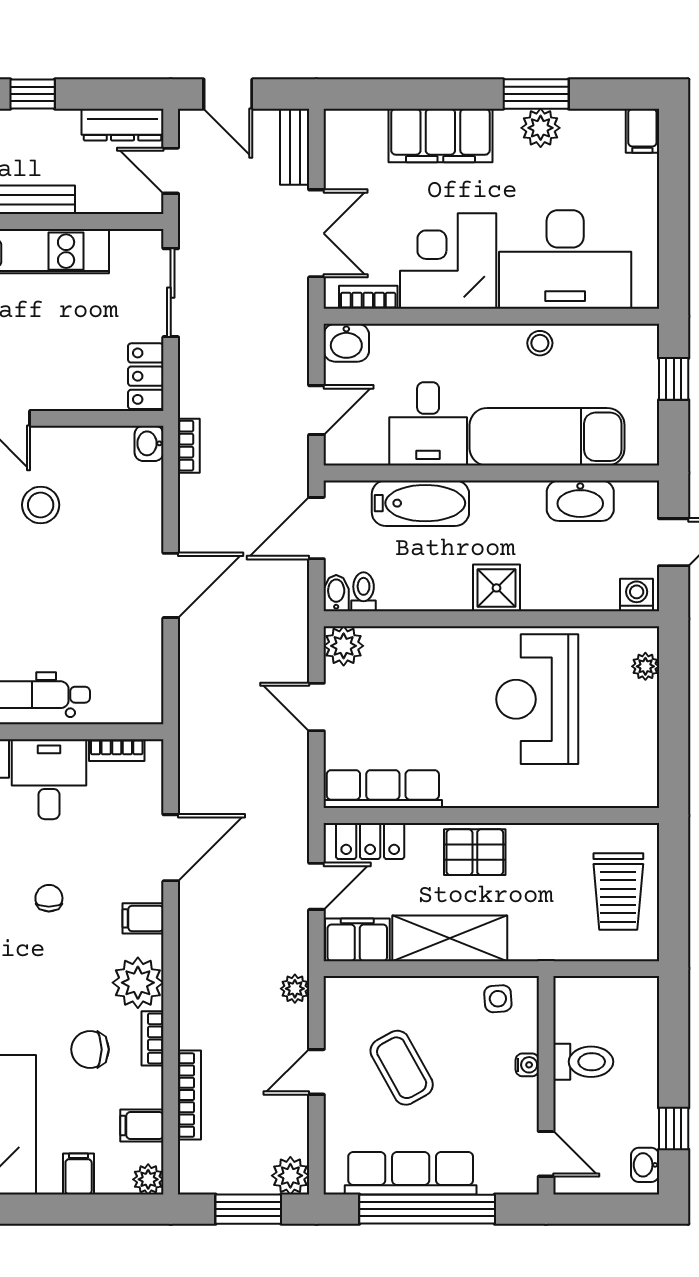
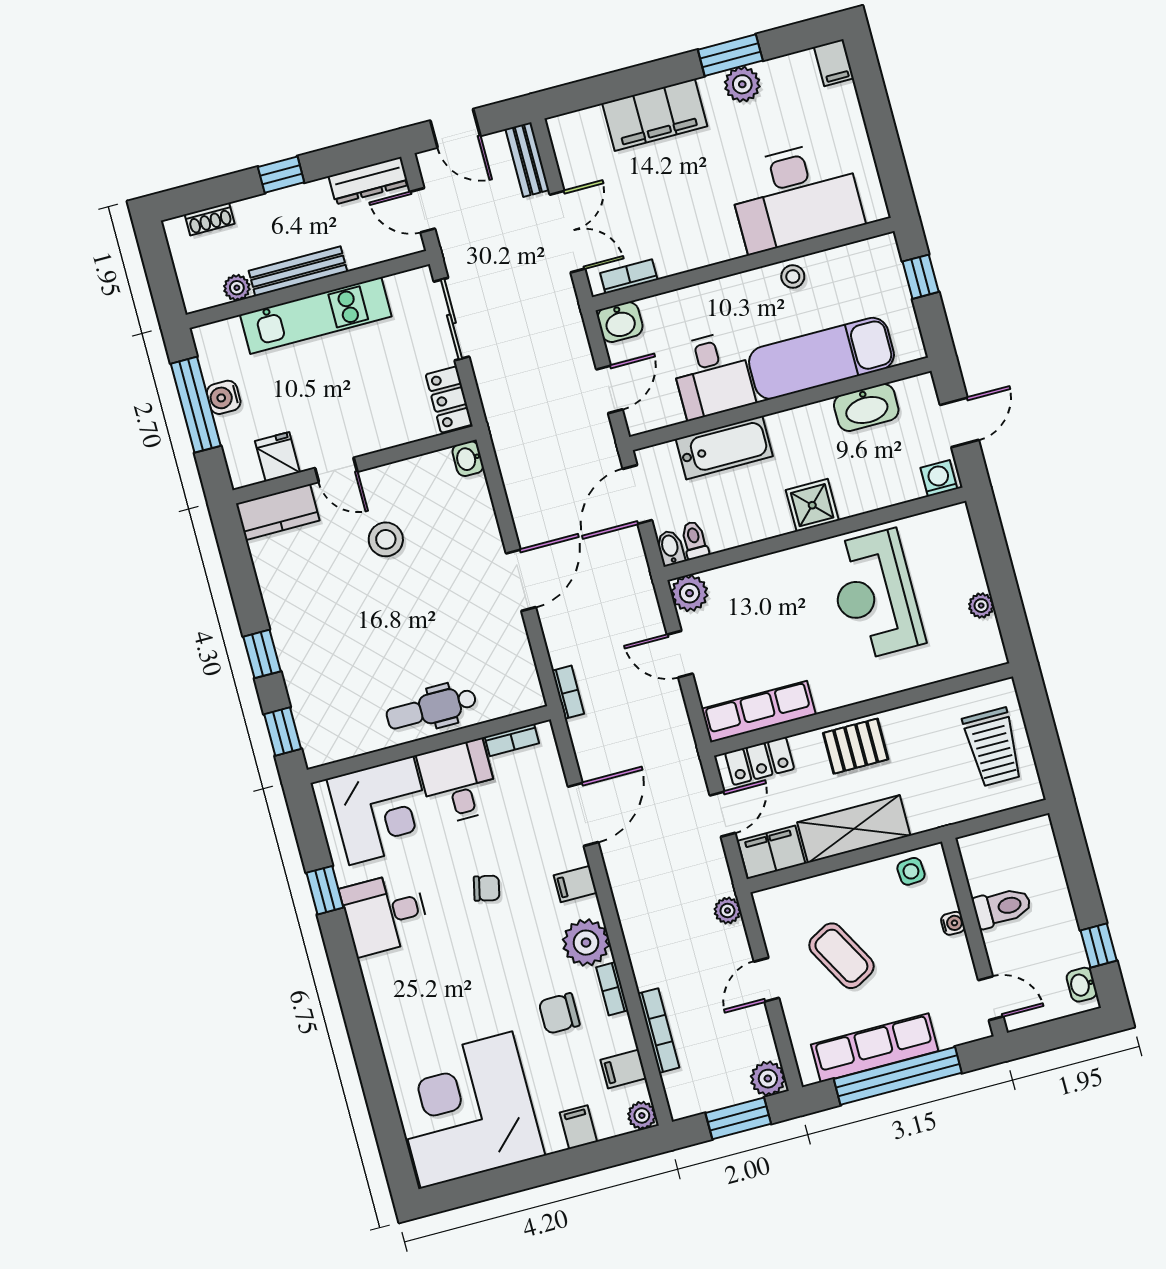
corner desk: (448, 261) -> (692, 225), removed
bookcase: (189, 446) -> (568, 692), moved
plant: (645, 666) -> (981, 606), moved
chair: (49, 898) -> (487, 888), turned 103

